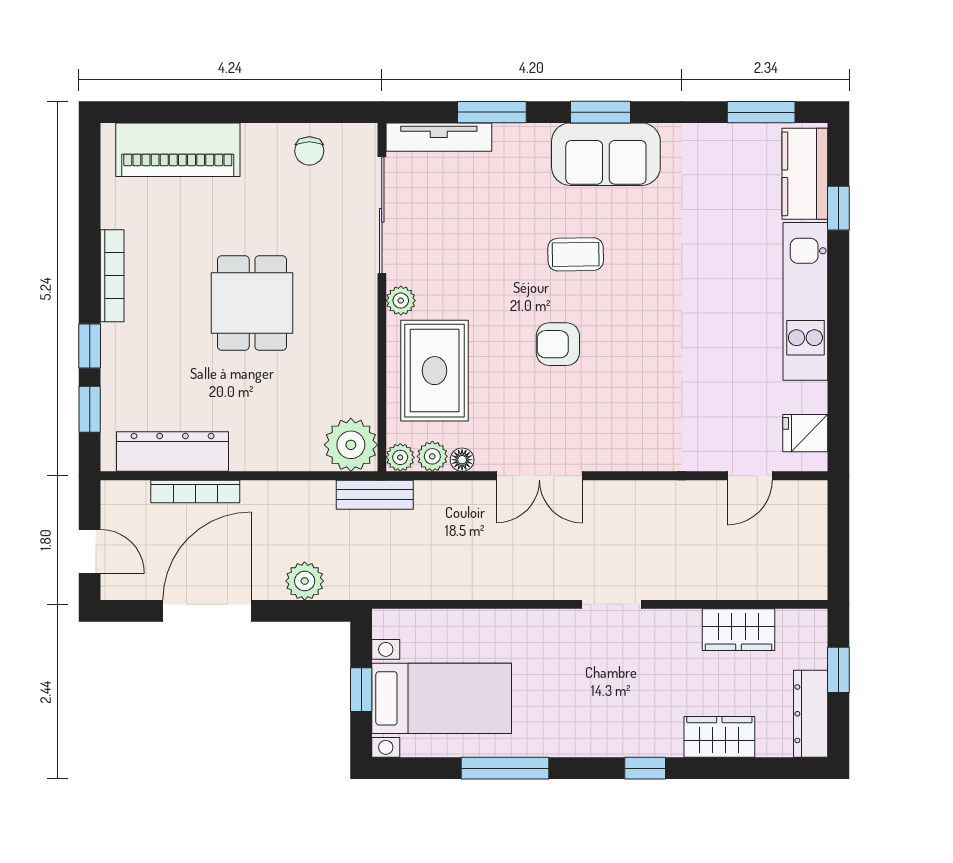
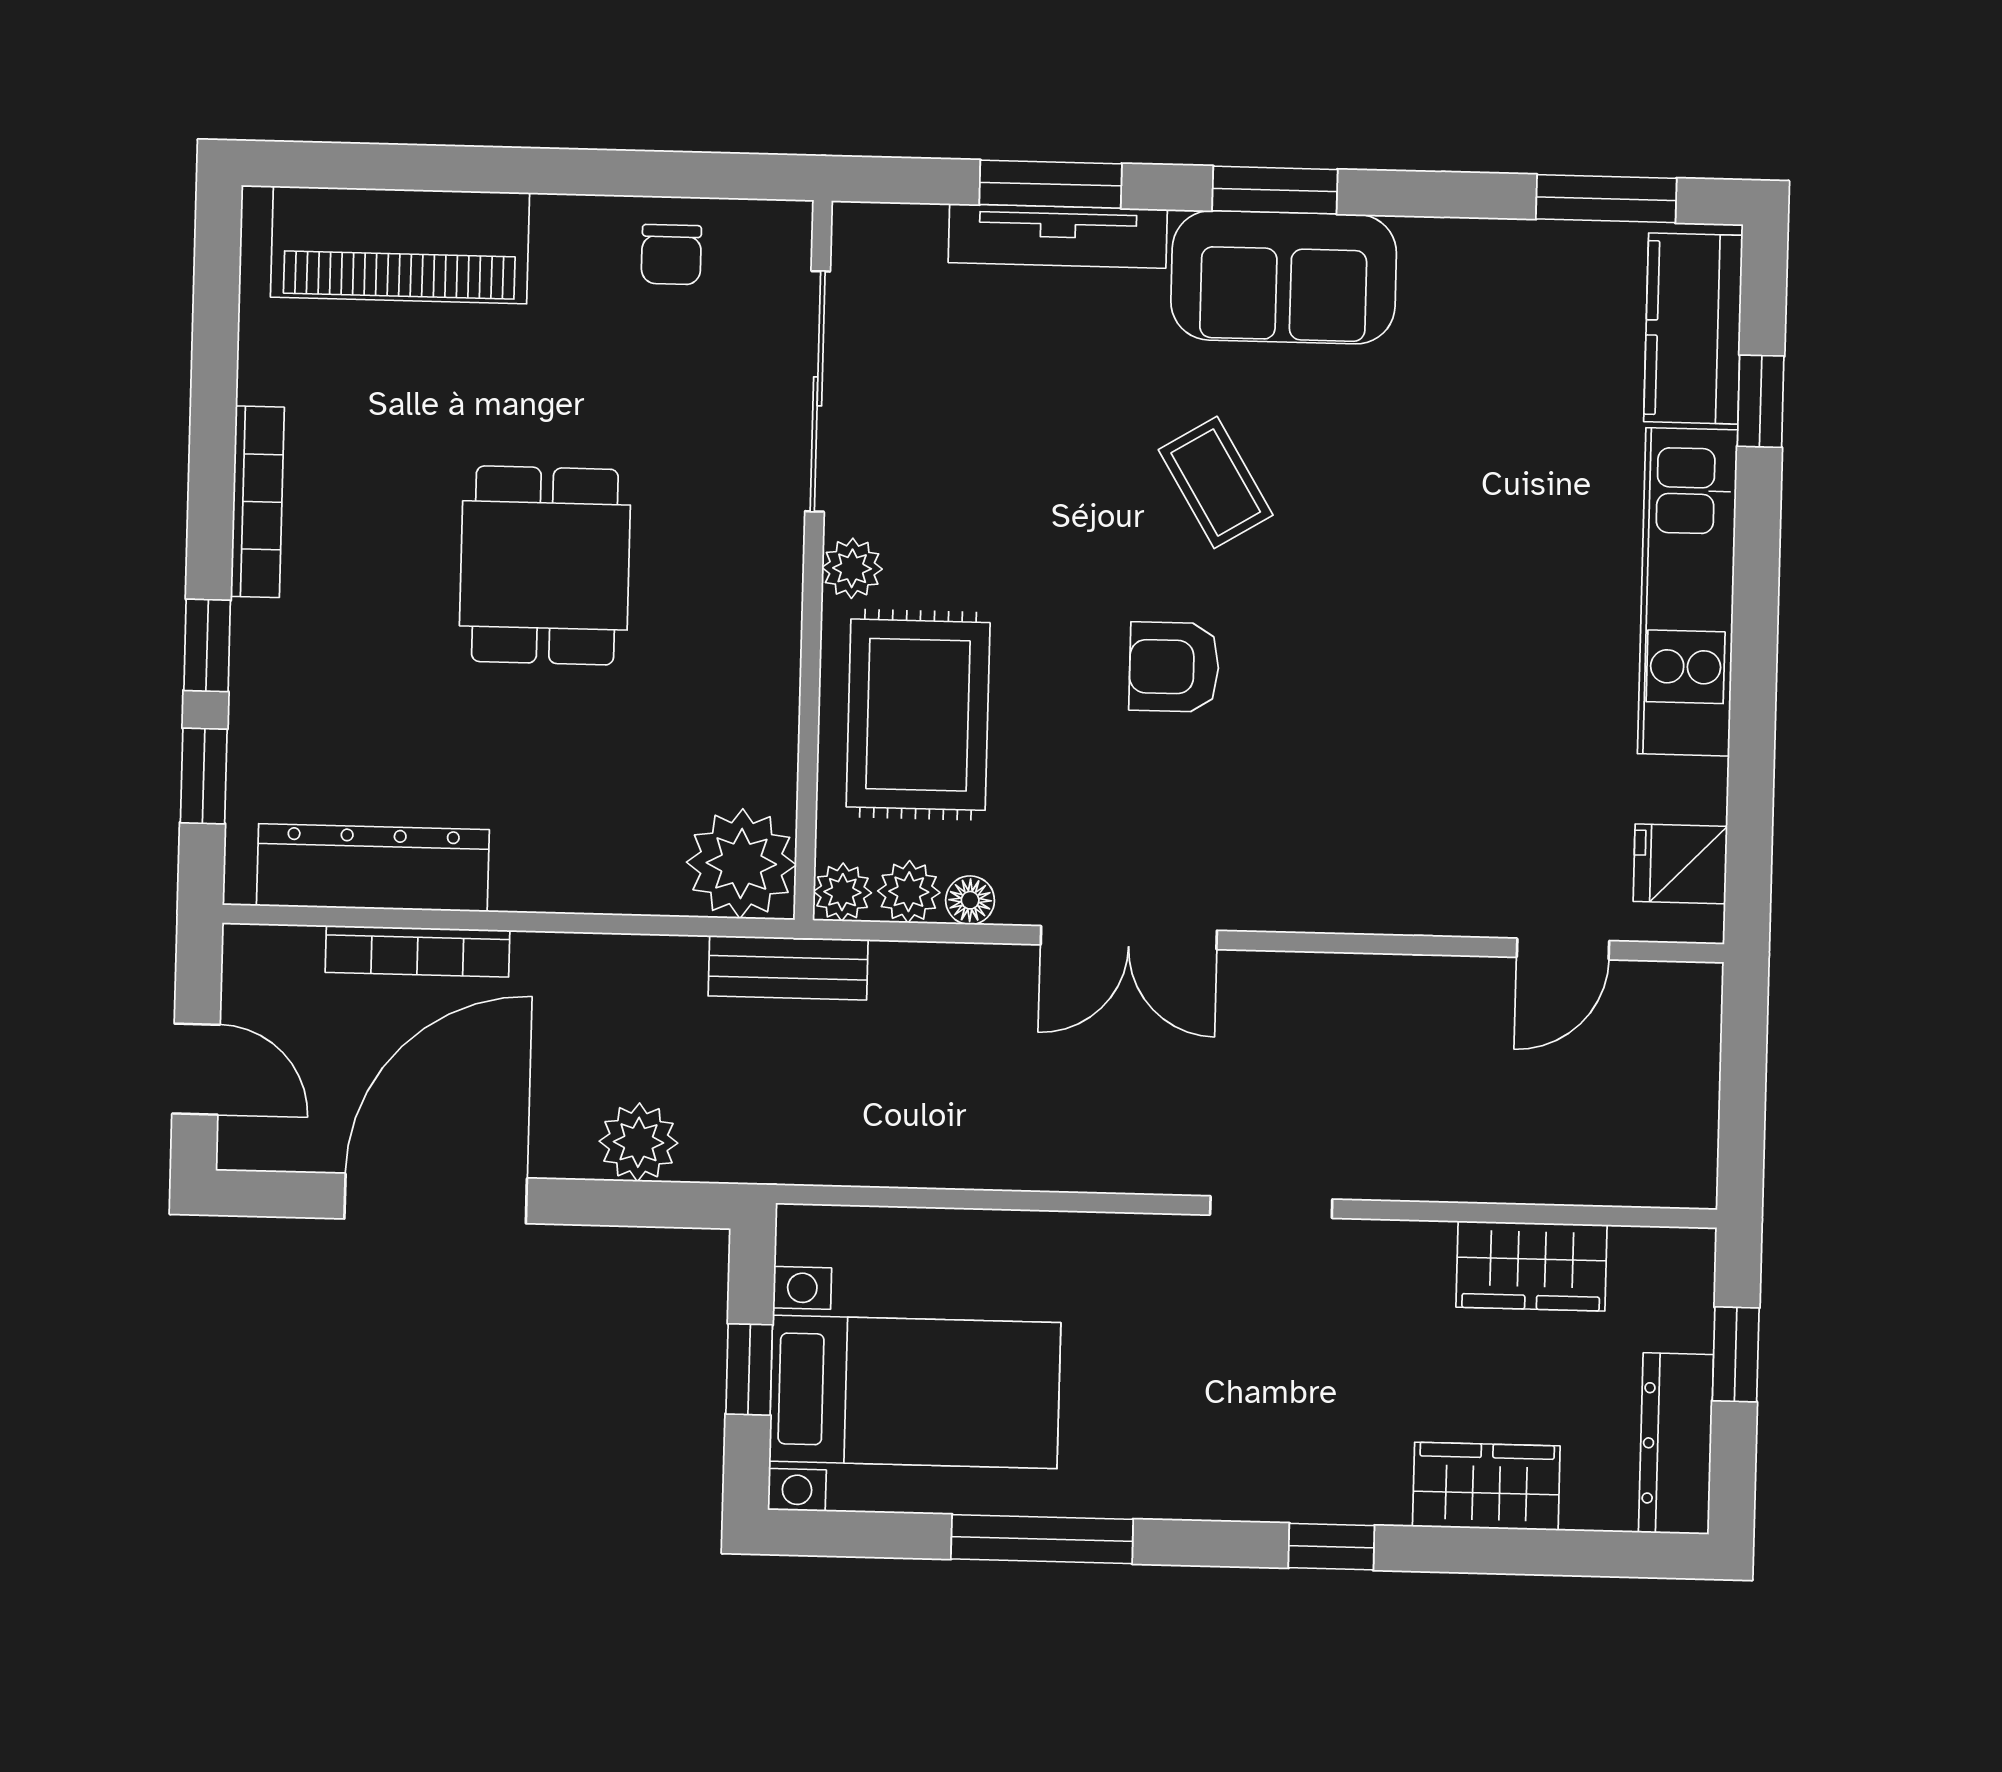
tv unit: (439, 137) -> (1058, 236), moved
coffee table: (576, 254) -> (1216, 482), turned 60

